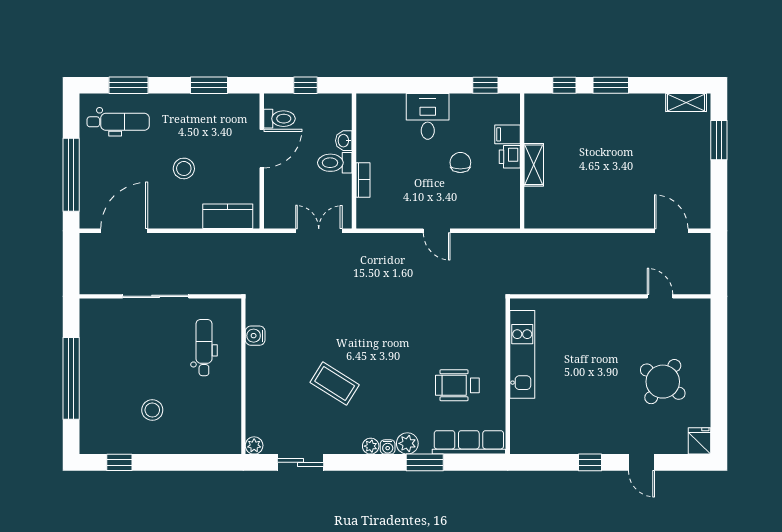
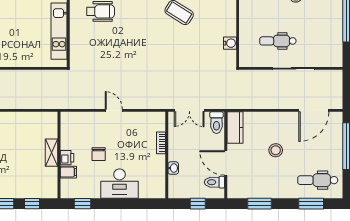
desk: (428, 116) -> (120, 184), width x1.37
door: (262, 149) -> (226, 163), hinge flipped
toilet: (335, 163) -> (216, 123), moved, turned 90
kitchen counter: (228, 216) -> (235, 128), moved, turned -90
dental chair: (204, 348) -> (278, 41), moved, turned 90

